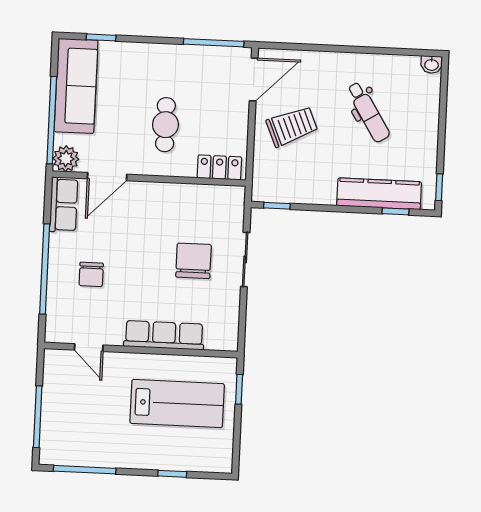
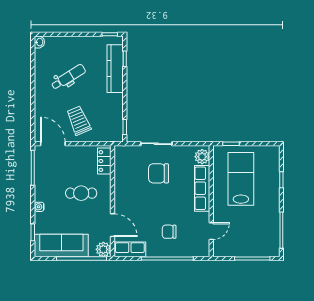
water cooler: (145, 51) -> (39, 207), added
chair: (91, 274) -> (169, 232), turned 180
plant: (219, 338) -> (202, 157), added

